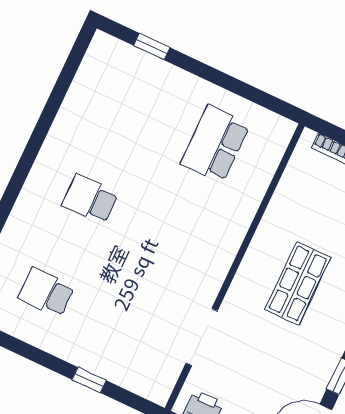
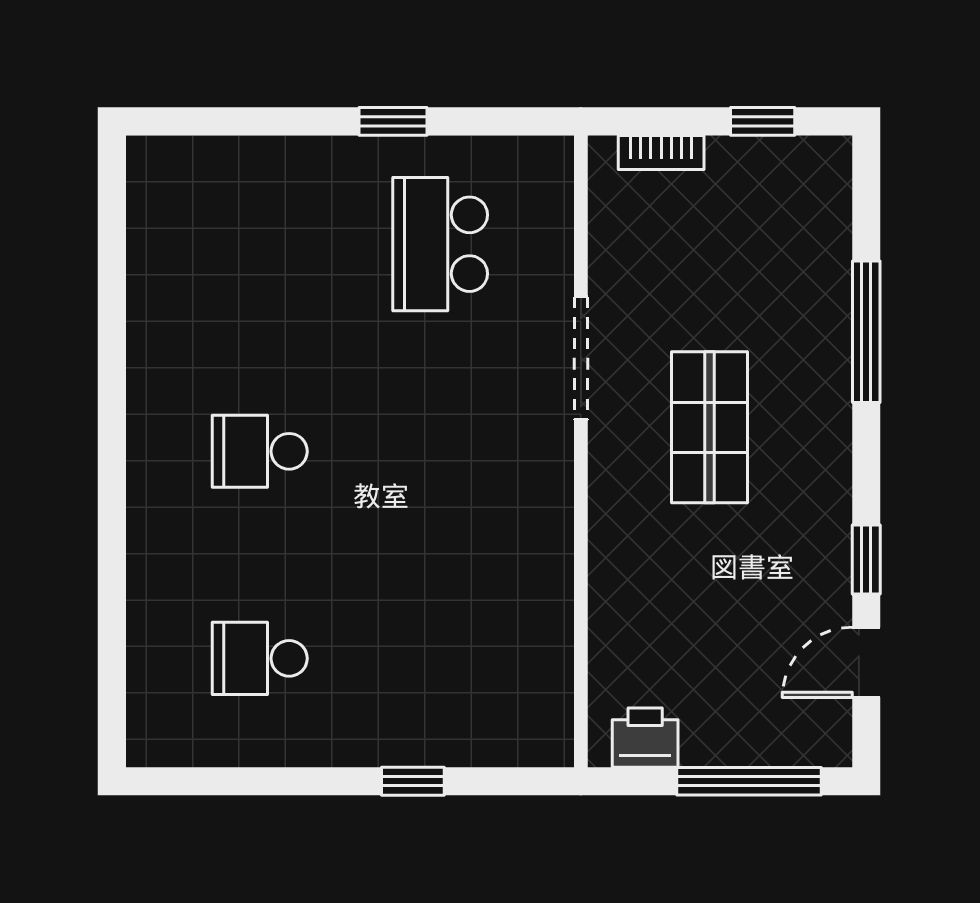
window: (152, 47) -> (393, 121), moved
doorway: (202, 337) -> (581, 358), moved

